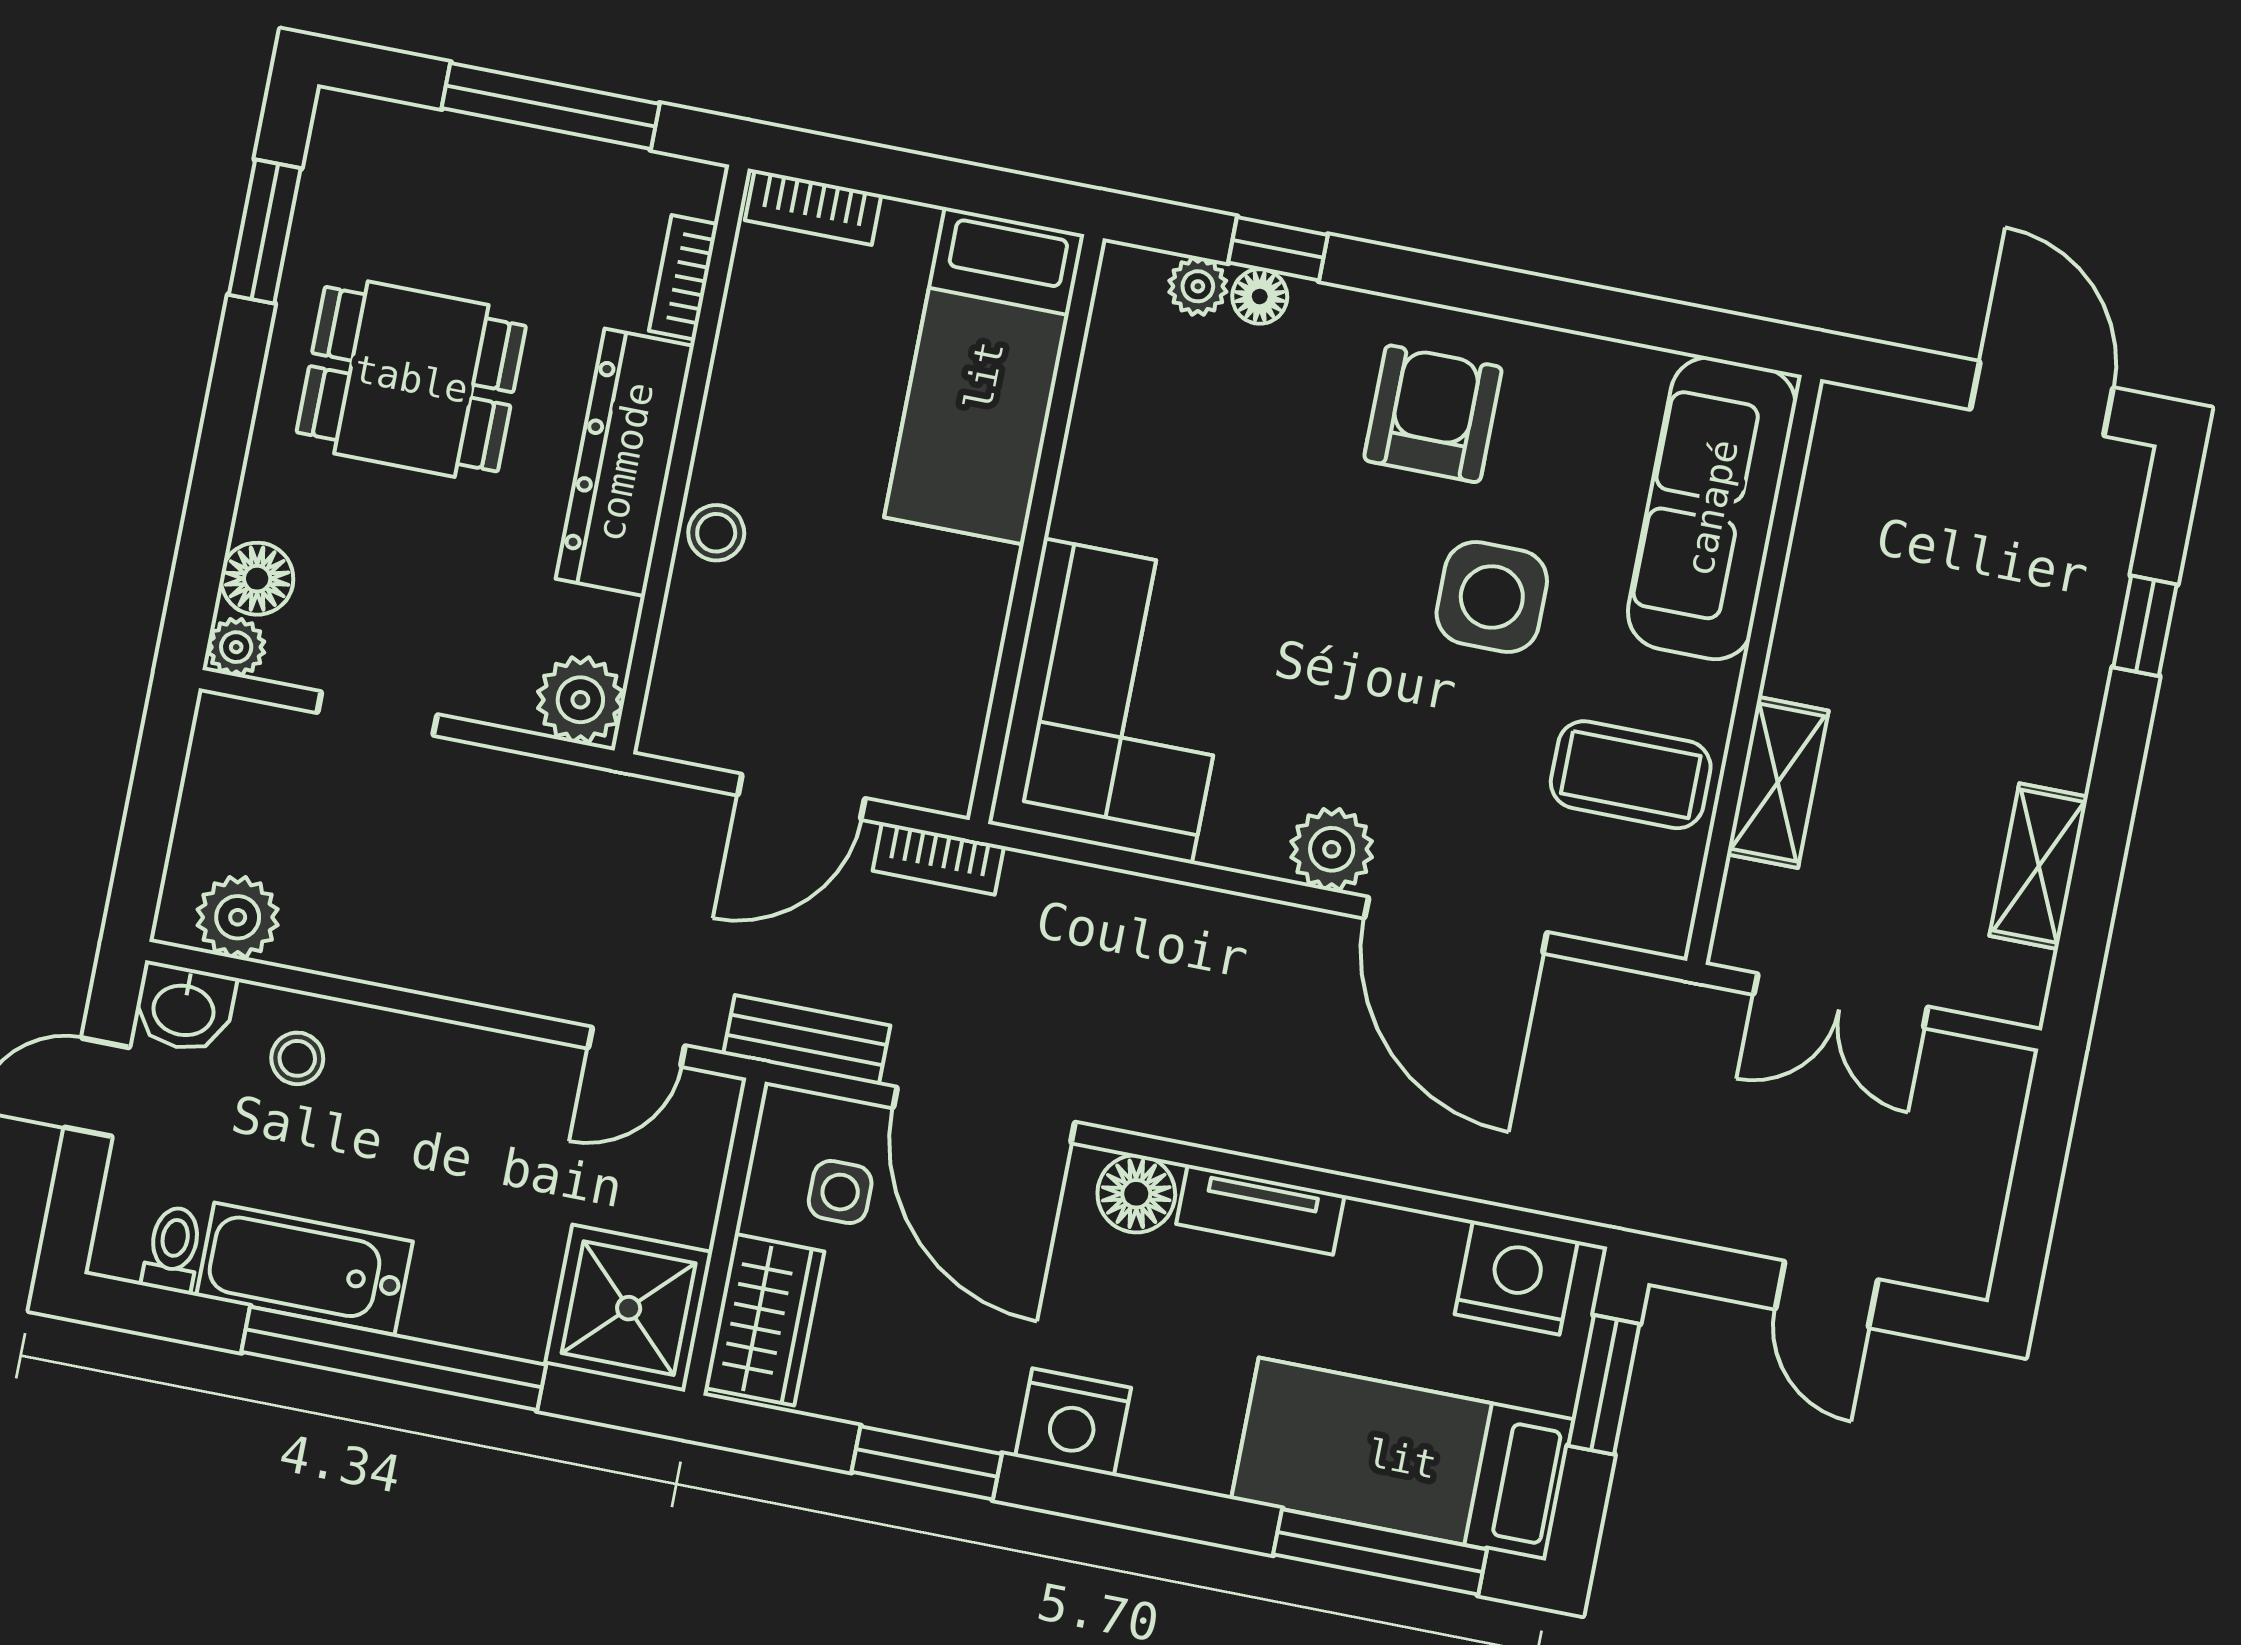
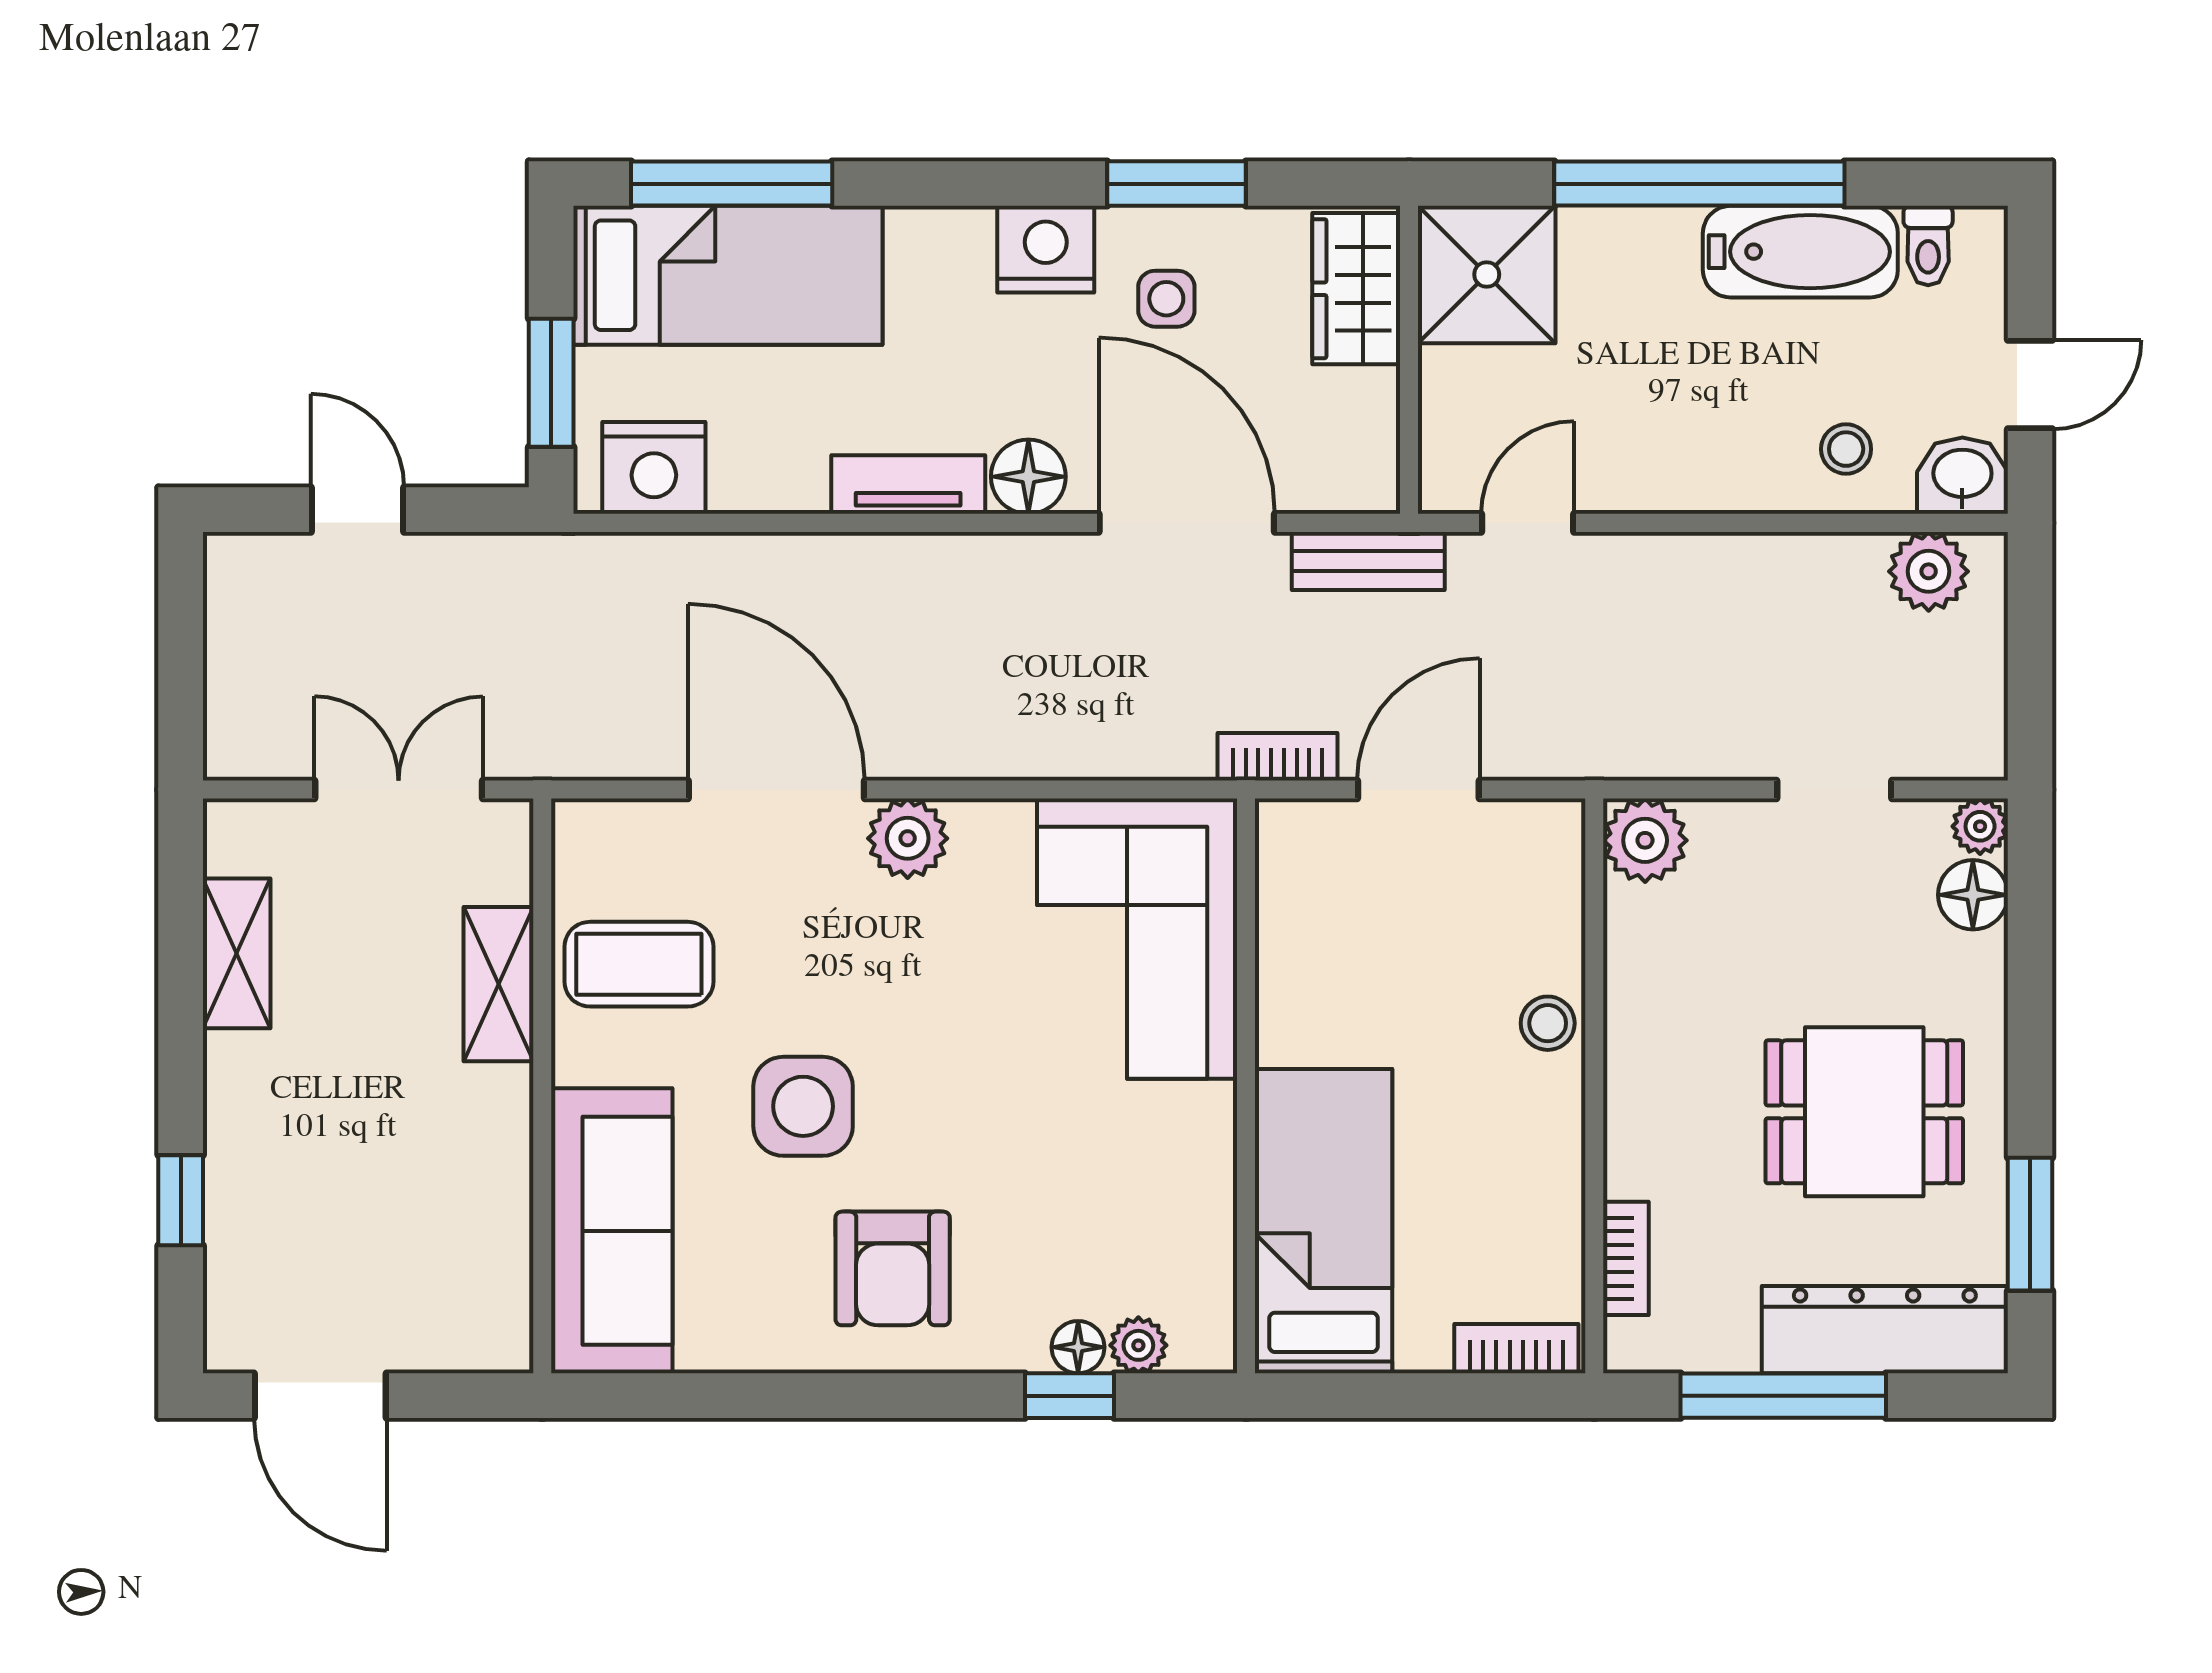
dresser: (625, 462) -> (1885, 1330), moved, turned -90
side table: (840, 1192) -> (1166, 299), moved

